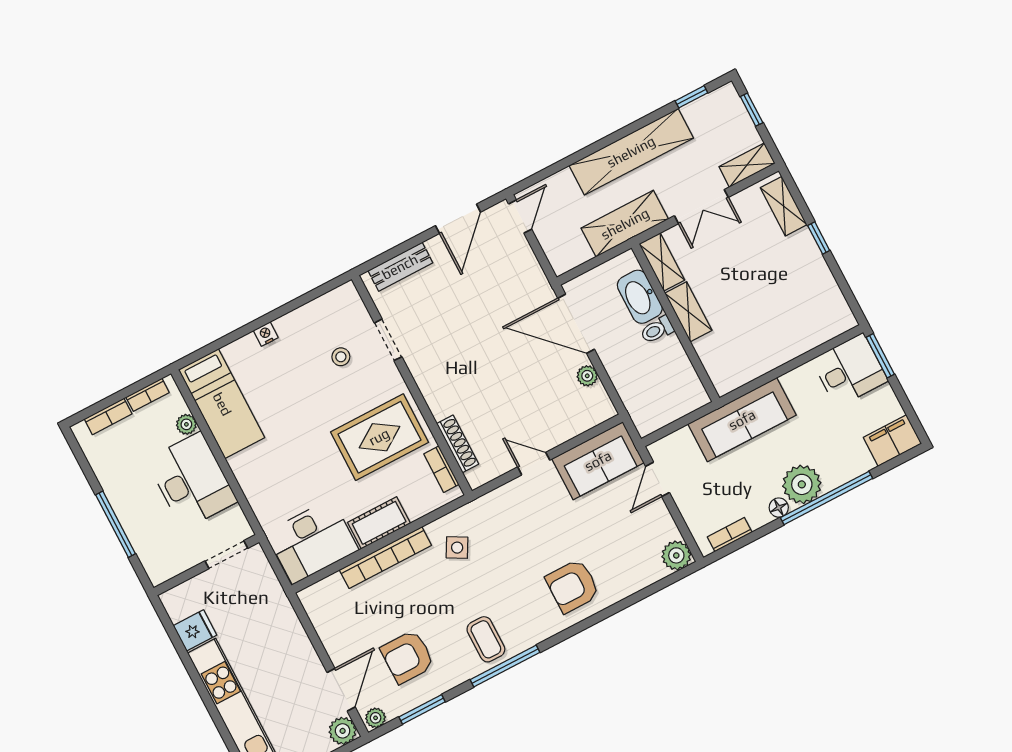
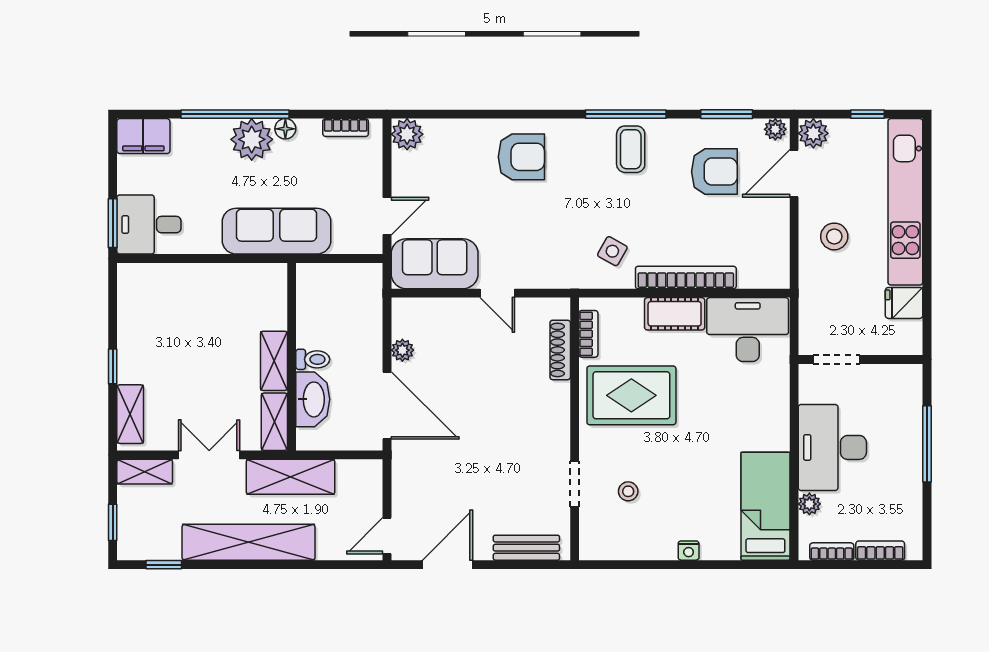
stool: (281, 655) -> (834, 236), added

